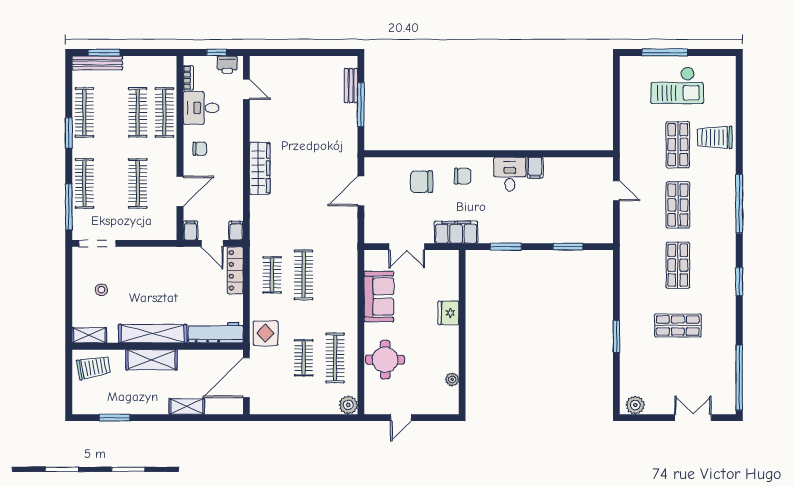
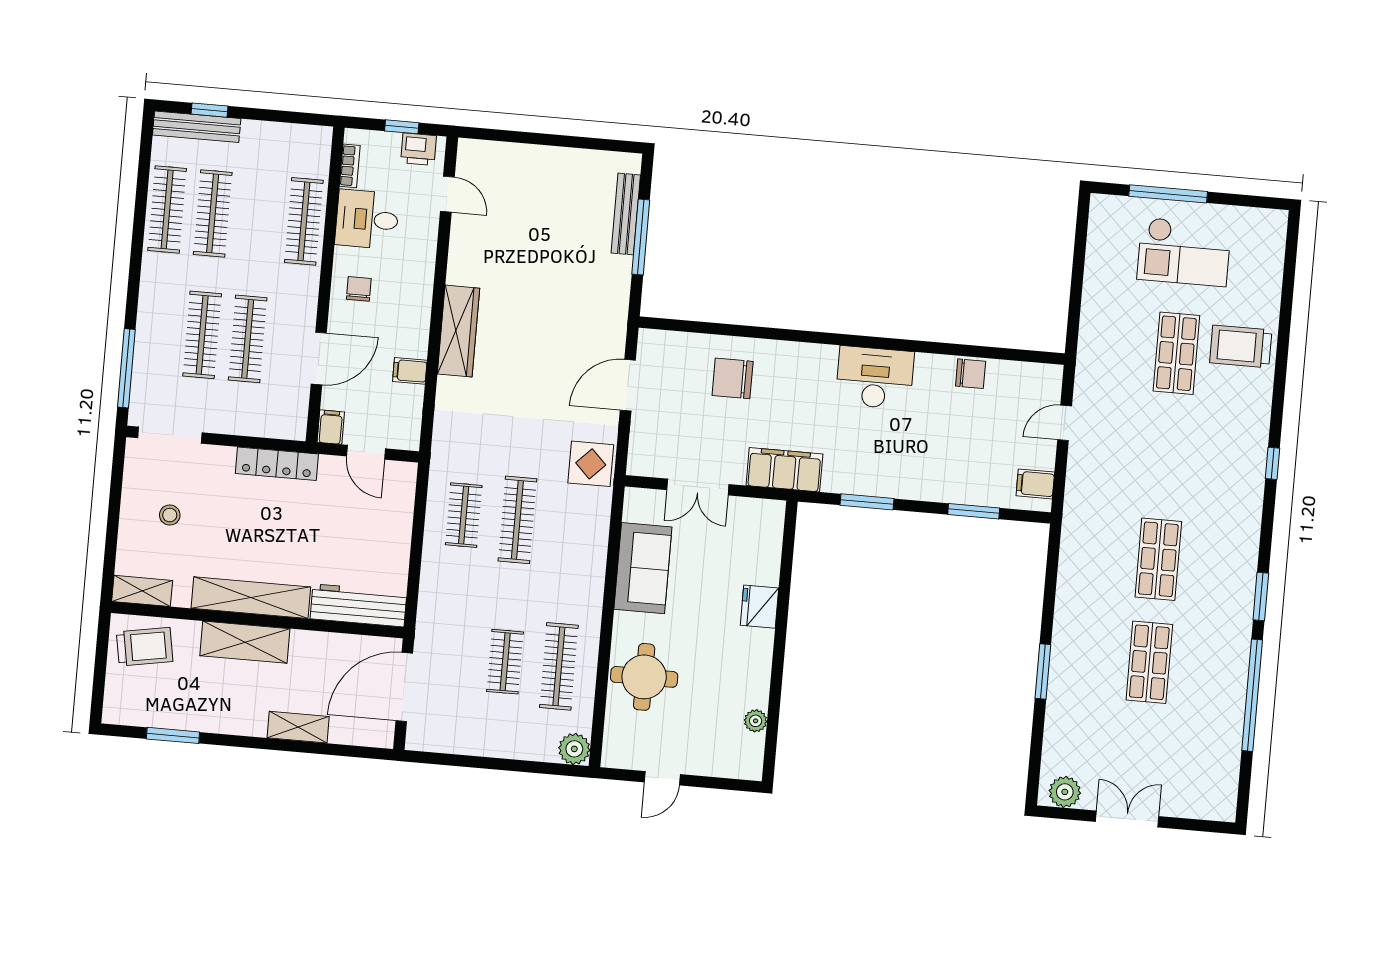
window: (104, 53) -> (209, 110), width x0.67
bench: (351, 85) -> (626, 214), width x1.36
clothes rail: (138, 112) -> (213, 213), moved
window: (69, 133) -> (137, 242), removed
chair: (200, 149) -> (359, 289), turned -90
filing cabinet: (535, 168) -> (1035, 484), moved, turned 90
desk: (510, 174) -> (875, 378), width x1.37
chair: (463, 176) -> (971, 374), moved
clothes rail: (84, 183) -> (202, 335), moved
door: (616, 191) -> (1065, 423), swing flipped
window: (739, 204) -> (1272, 463), width x0.32
shop shelf: (678, 205) -> (1167, 456), removed
filing cabinet: (236, 231) -> (410, 371), moved, turned -90
locker: (235, 270) -> (277, 464), moved, turned -90
shop shelf: (678, 325) -> (1149, 662), turned 90
display table: (265, 333) -> (591, 464), moved
window: (739, 378) -> (1252, 695), moved
double door: (693, 418) -> (1127, 819), moved

